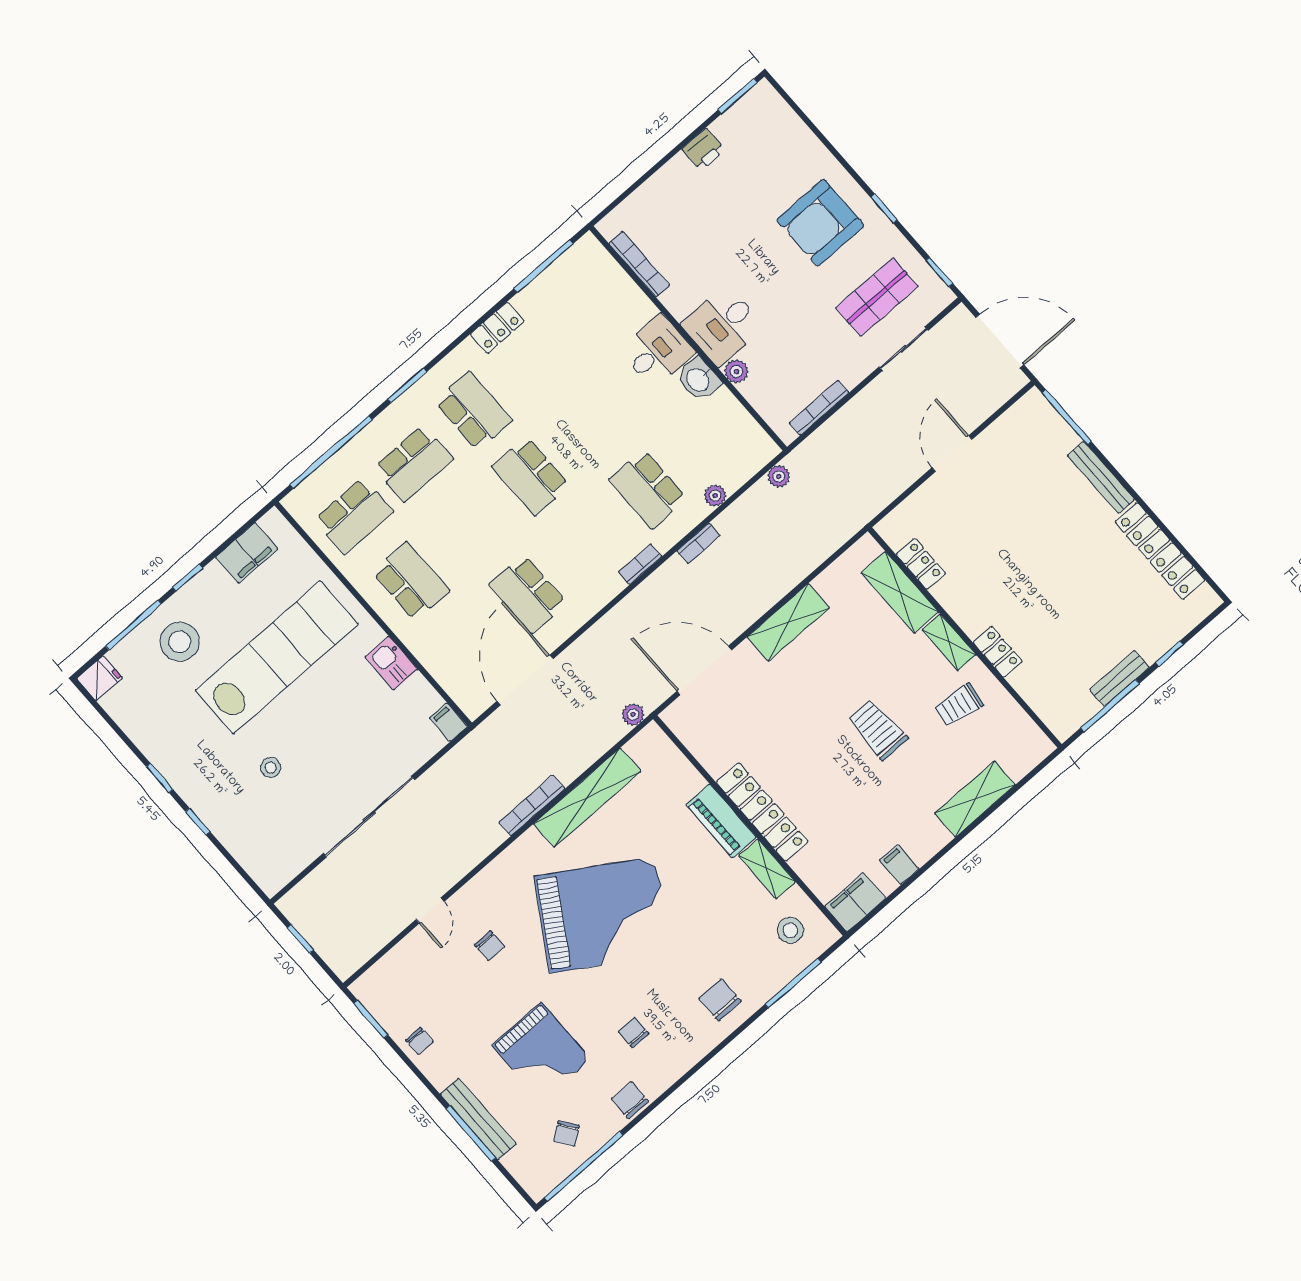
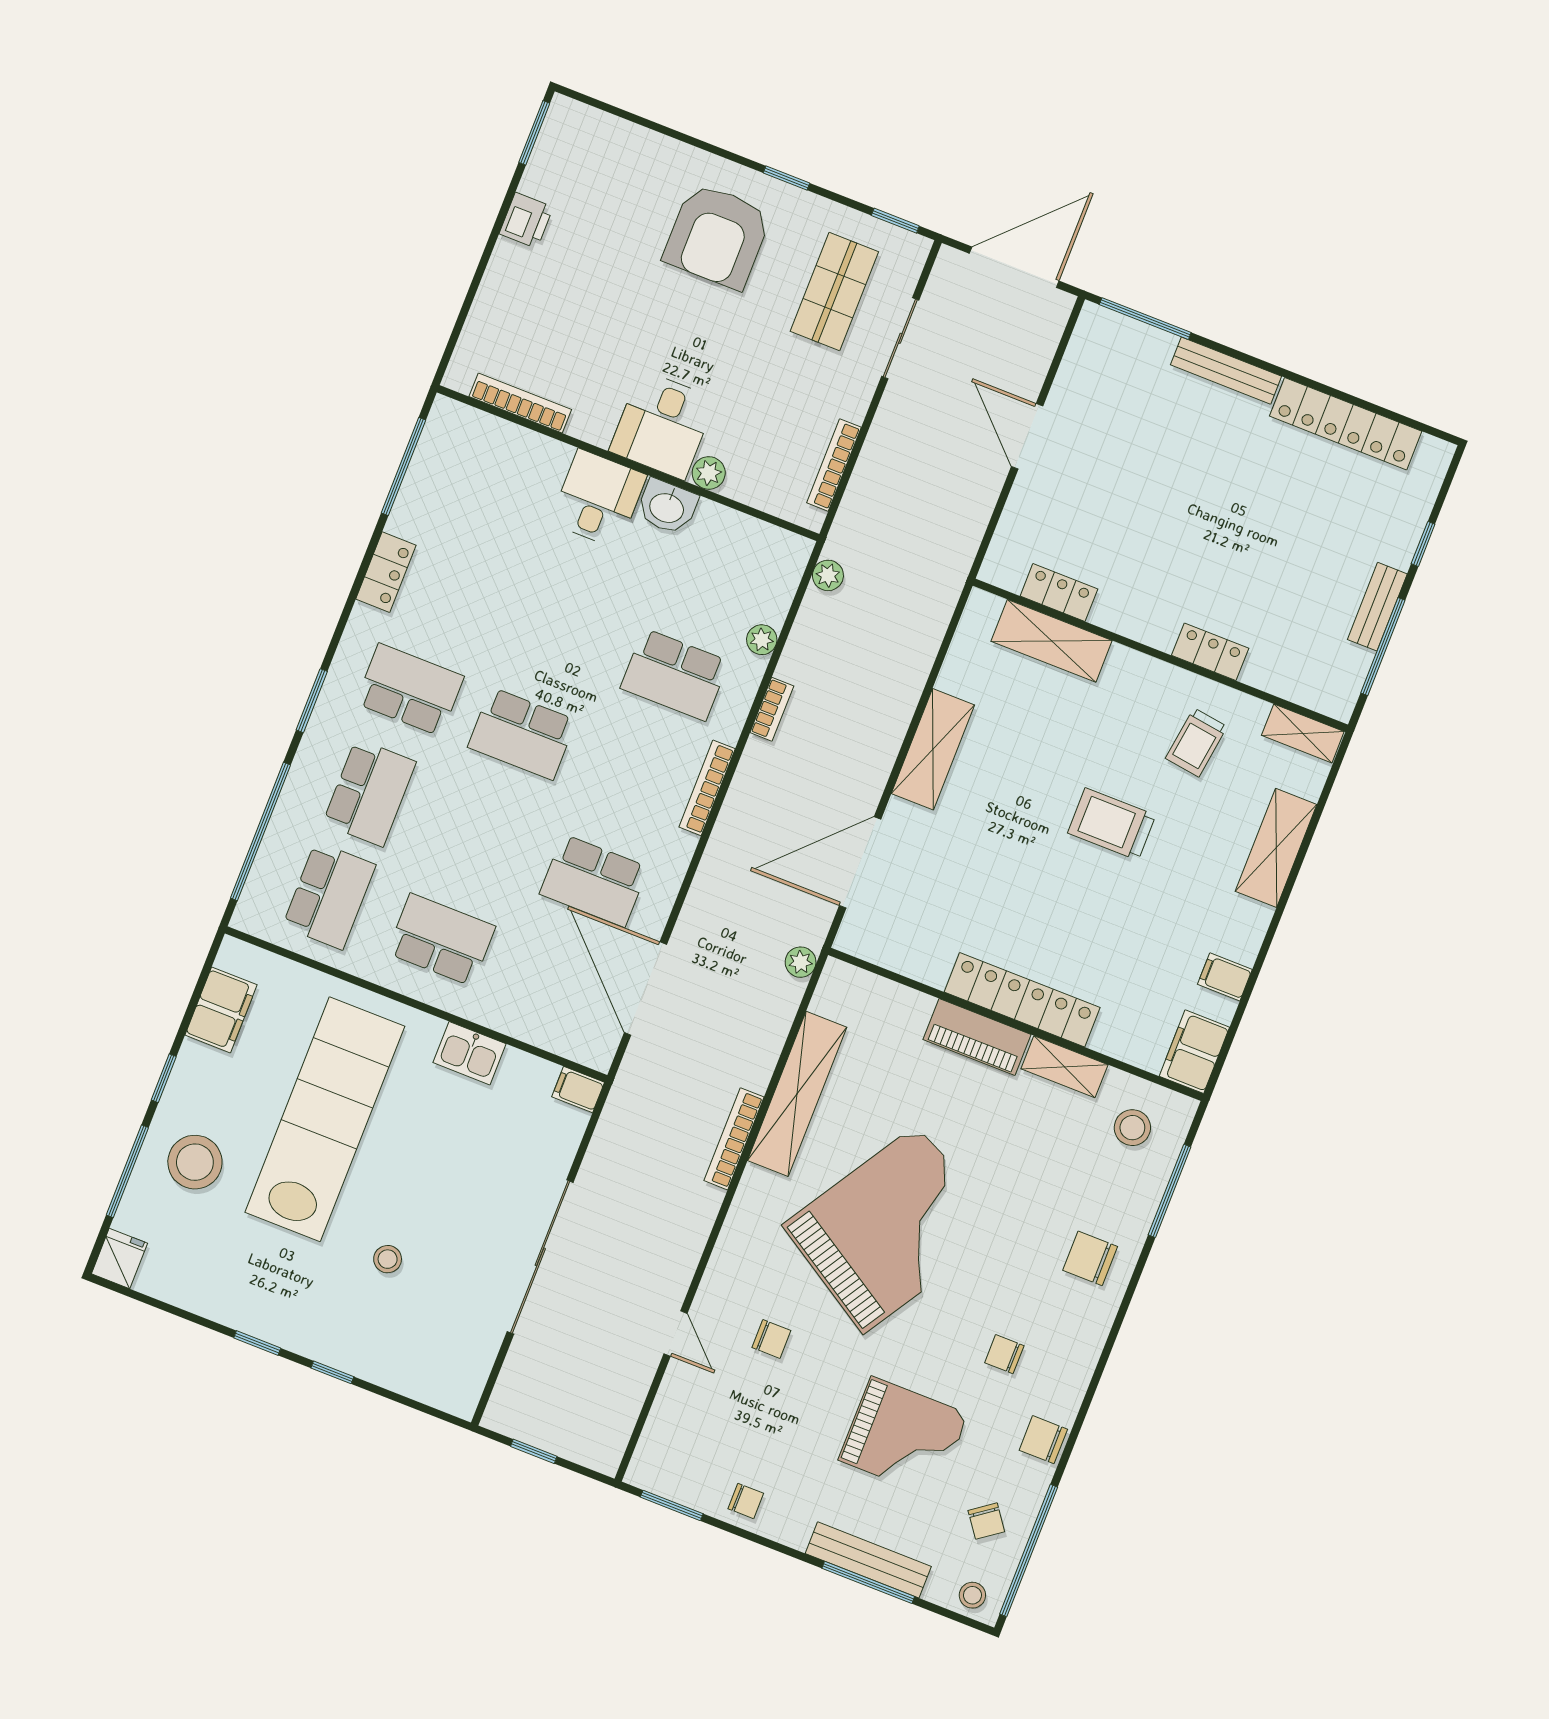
bookcase: (640, 564) -> (707, 788), width x1.56
shelving: (949, 642) -> (1303, 733), moved
stool: (533, 1176) -> (972, 1595), added

